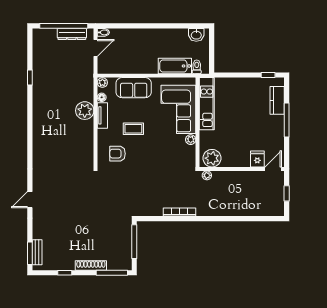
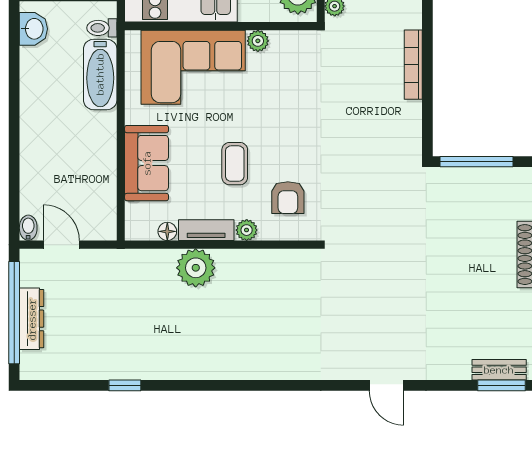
dresser: (72, 34) -> (32, 319), moved
plant: (102, 83) -> (247, 230), moved

